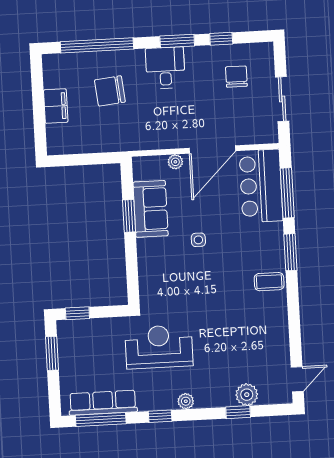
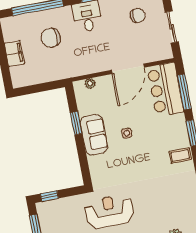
chair: (236, 77) -> (138, 16), turned 90
plant: (175, 162) -> (90, 83), moved
sofa: (151, 209) -> (94, 135), moved

